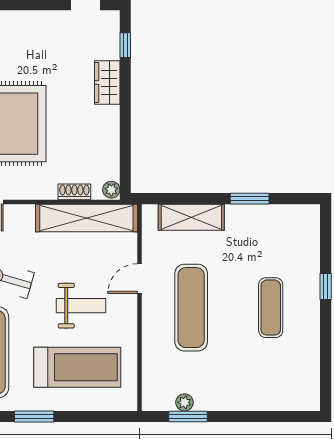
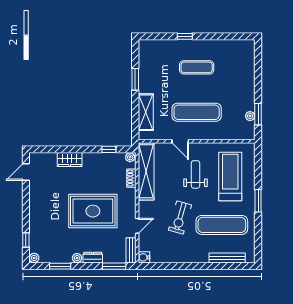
window: (125, 45) -> (109, 149), moved

